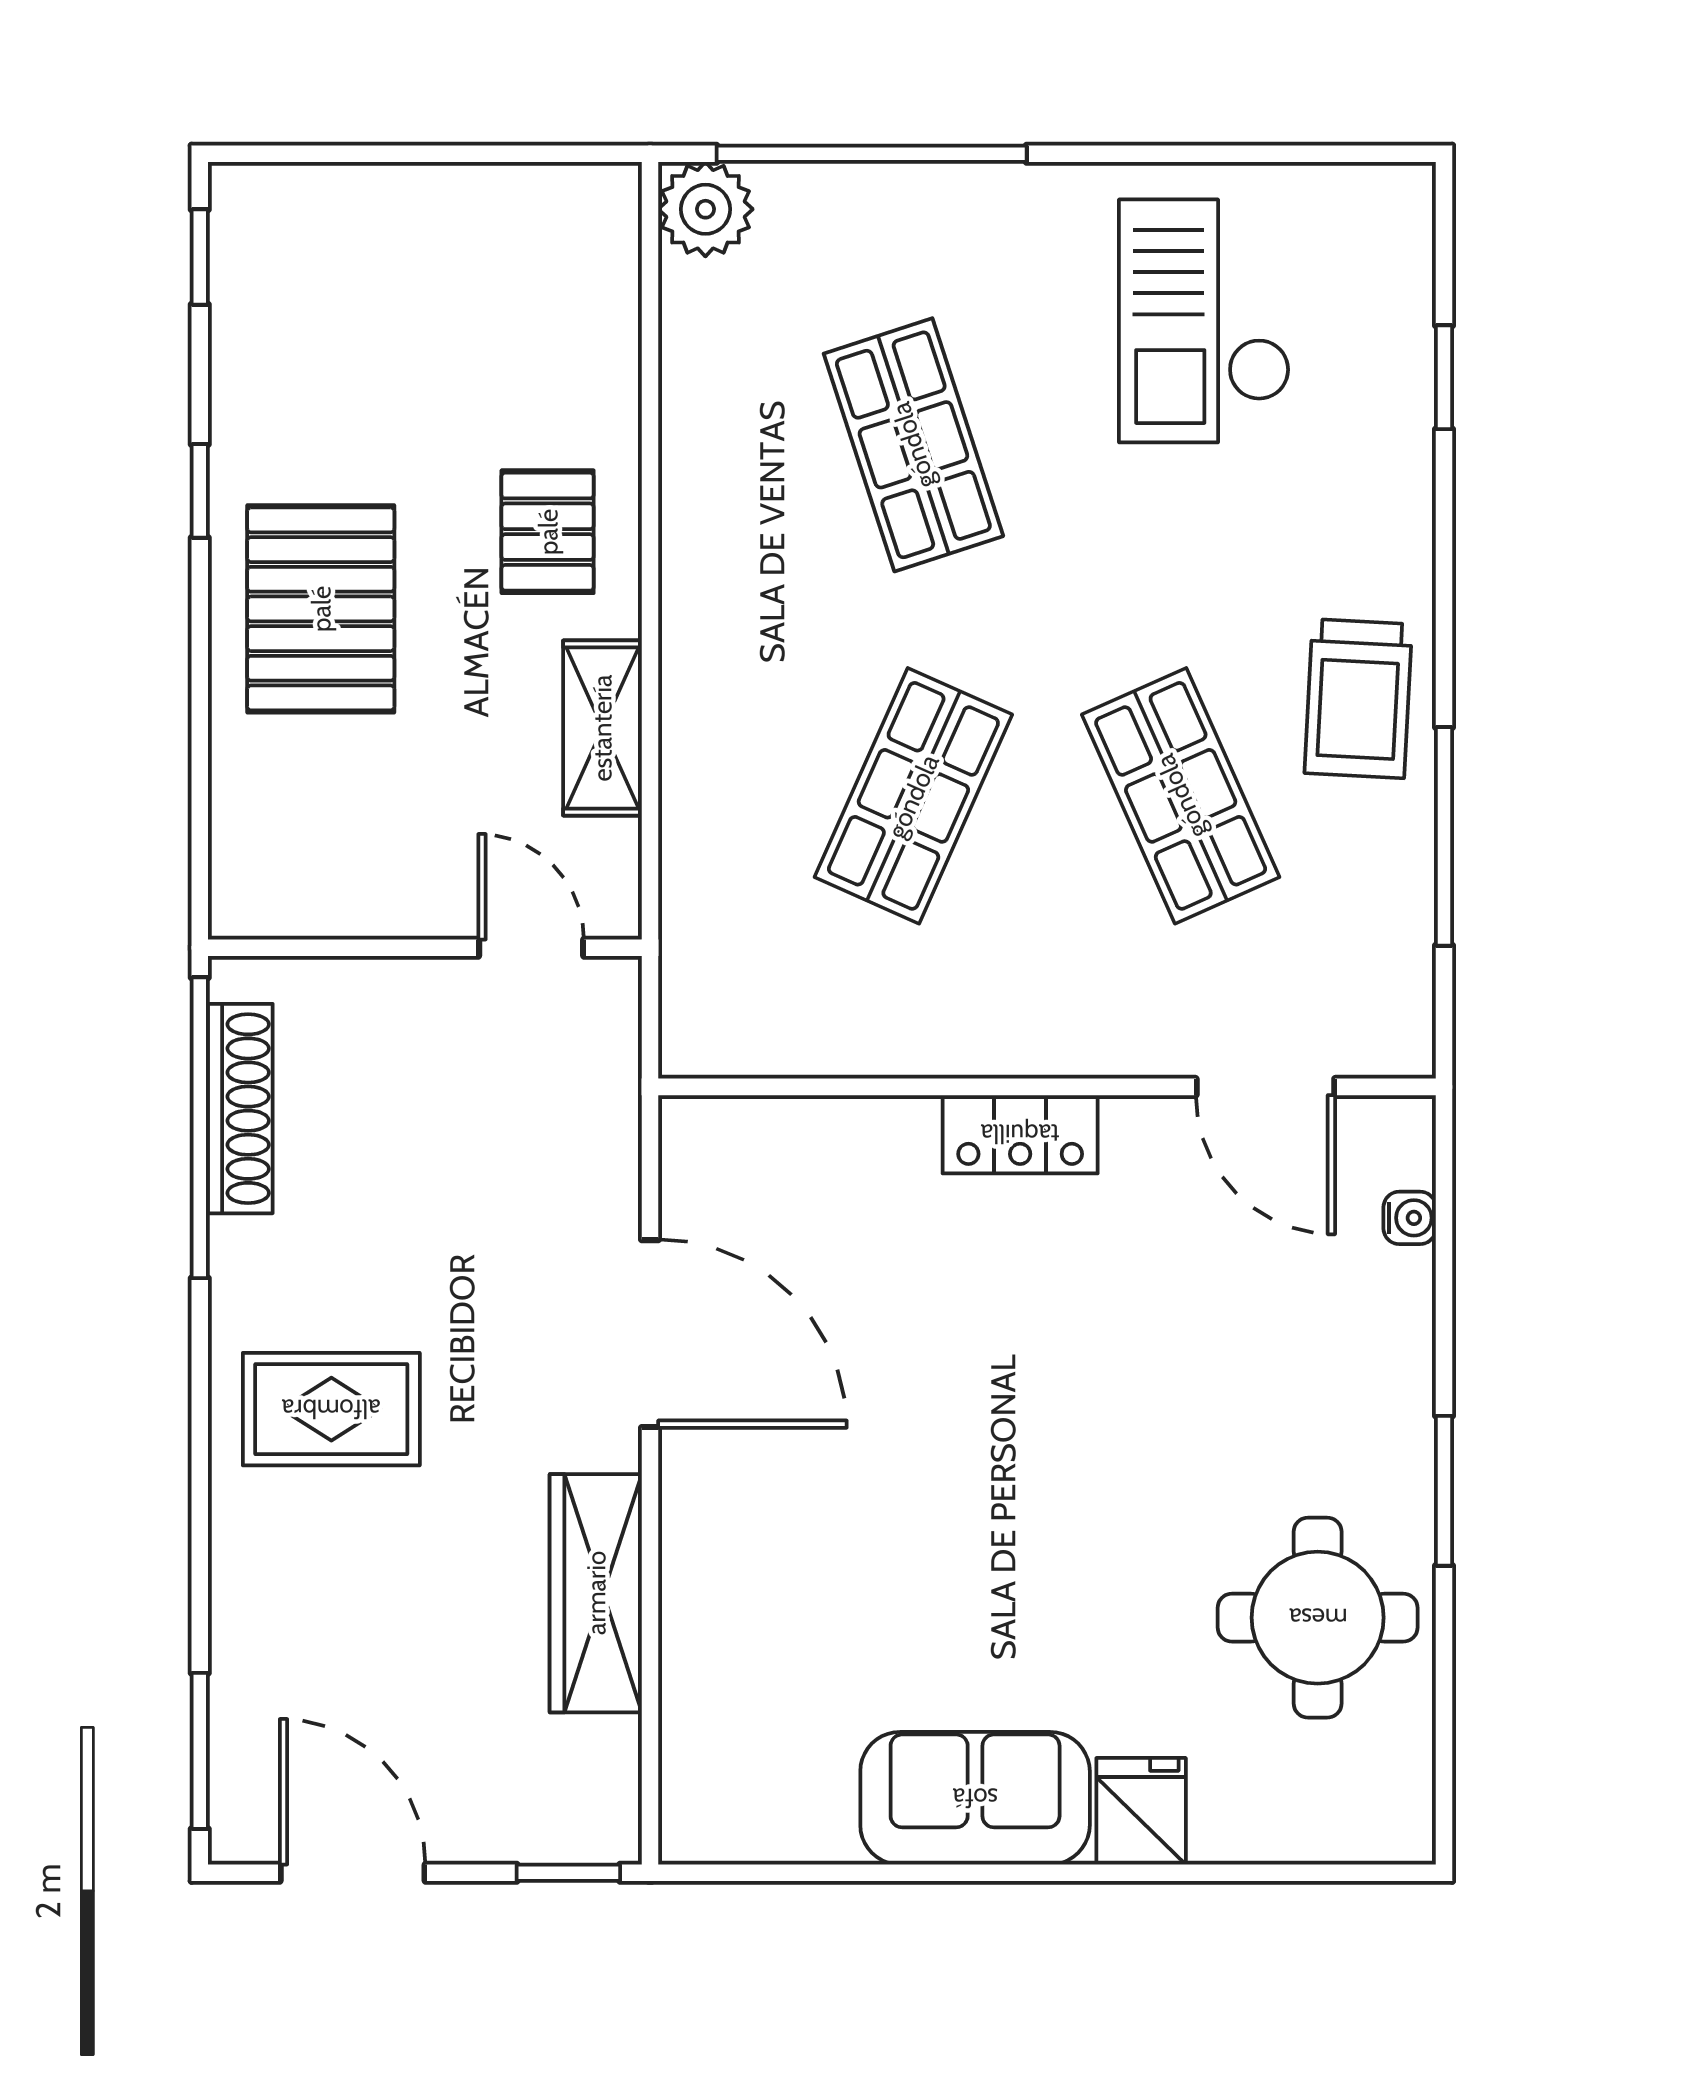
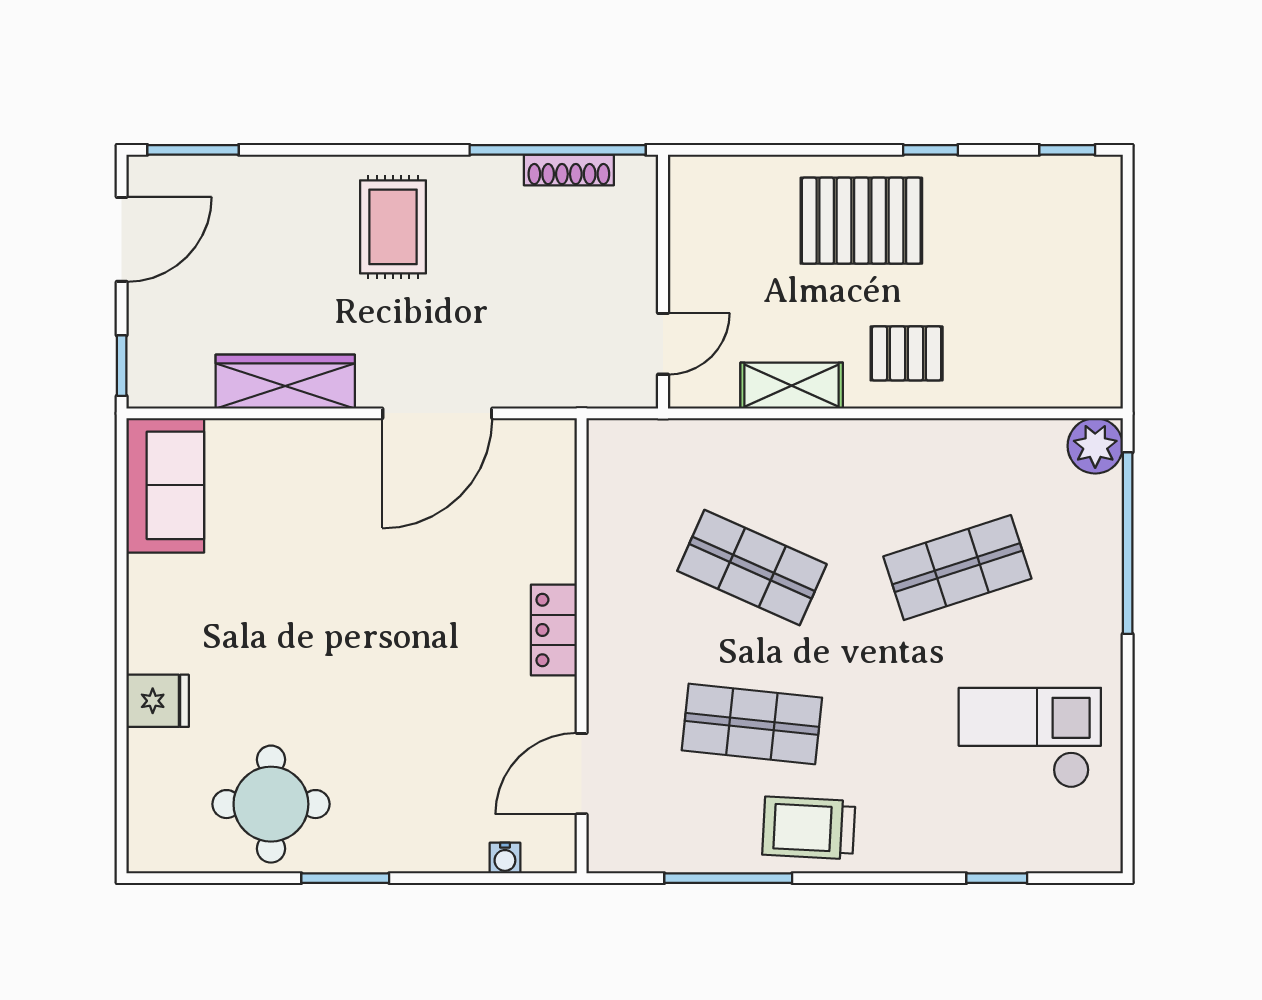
shop shelf: (1181, 796) -> (752, 724), turned 30
shoe rack: (240, 1109) -> (569, 170), width x0.74, depth x0.81
sofa: (975, 1798) -> (165, 485), moved

